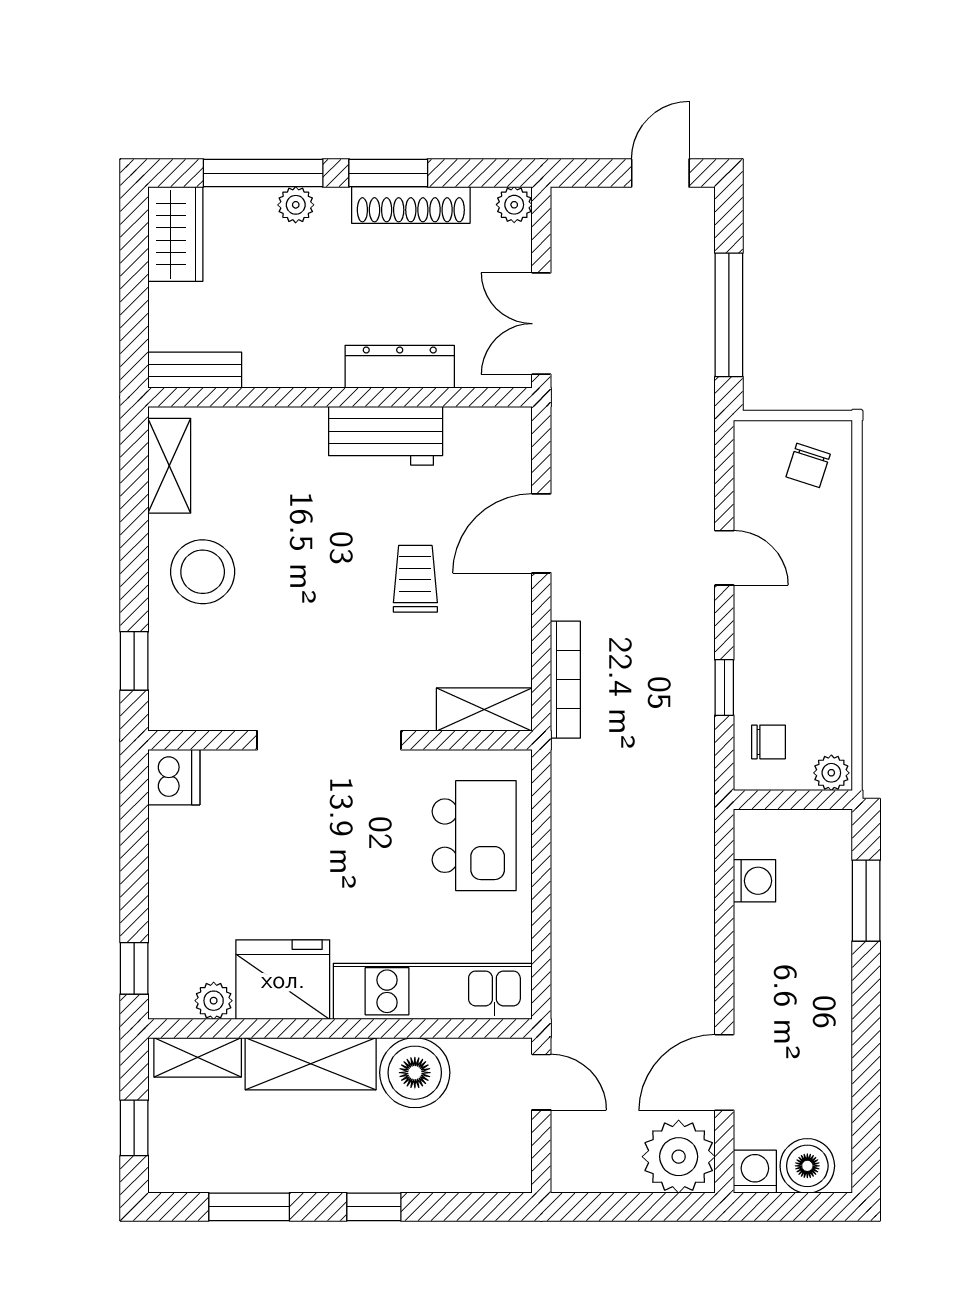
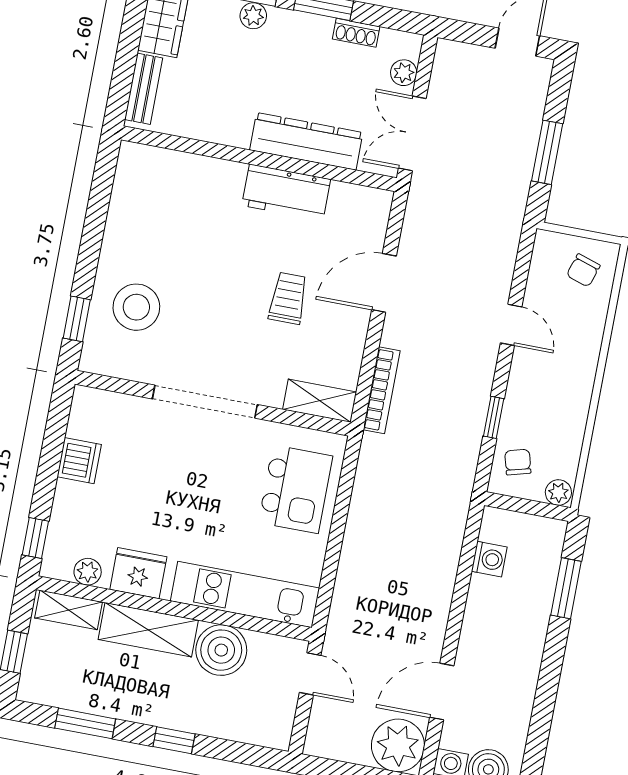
shoe rack: (411, 205) -> (356, 33), width x0.51, depth x0.81
plant: (514, 205) -> (404, 73), moved
window: (729, 315) -> (547, 152), width x0.69
dresser: (400, 367) -> (306, 141), width x1.37, depth x1.24
bench: (195, 370) -> (144, 89), moved, turned 90
shelving: (169, 466) -> (128, 185), removed
stool: (203, 572) -> (136, 307), moved
chair: (769, 742) -> (518, 462), turned -105
dishwasher: (174, 777) -> (79, 461), moved
fridge: (283, 980) -> (138, 573), width x0.73, depth x0.75

